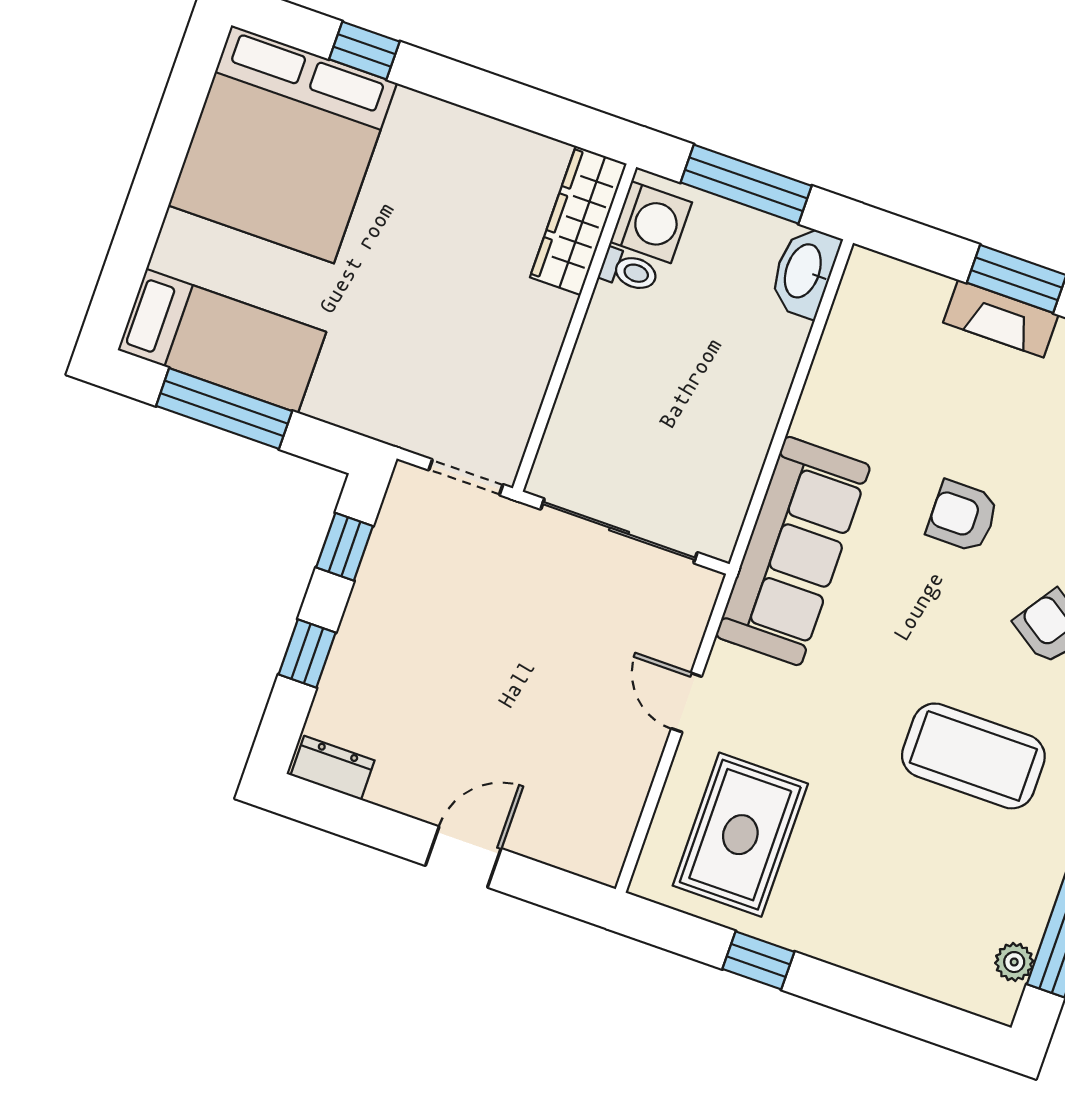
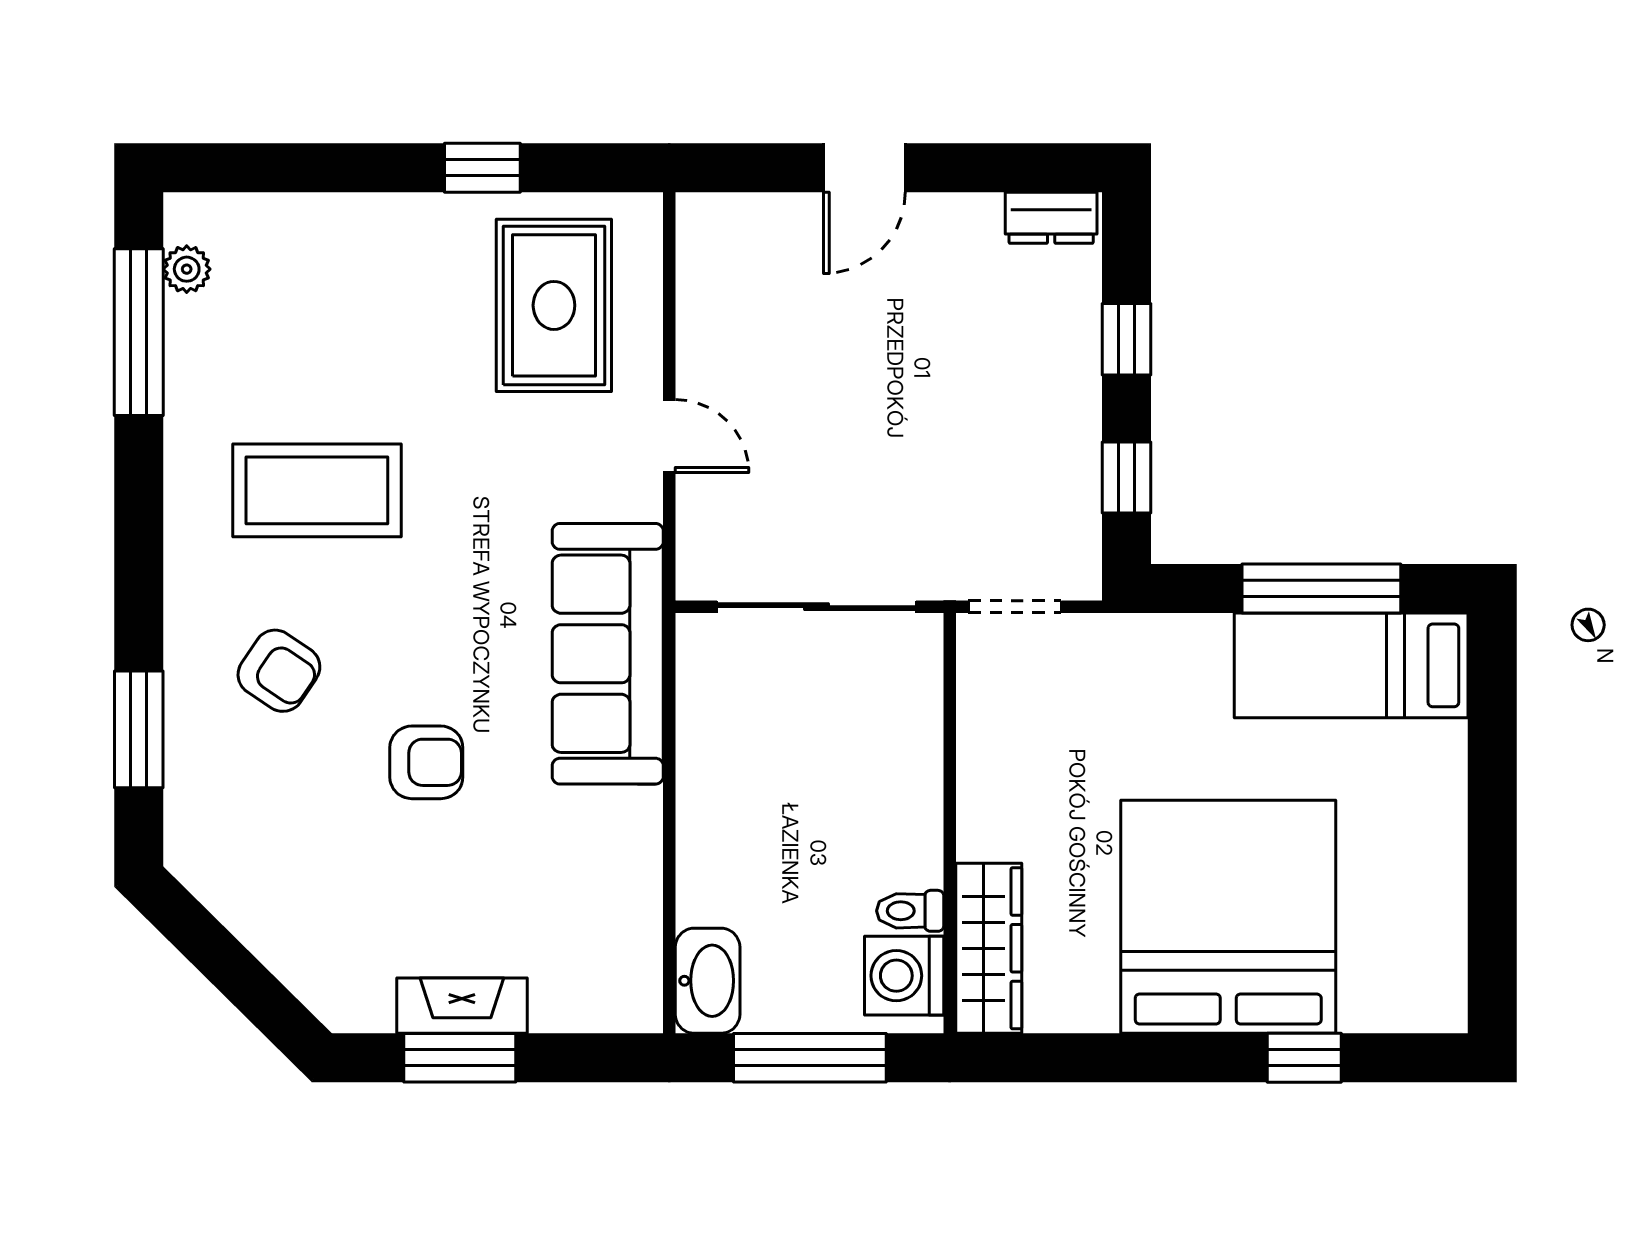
bed: (283, 144) -> (1228, 917), moved

